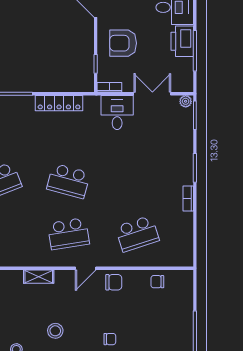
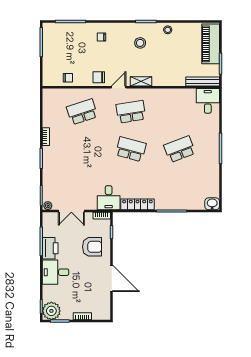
desk: (117, 112) -> (109, 198), moved
shelving: (39, 277) -> (141, 81), moved

